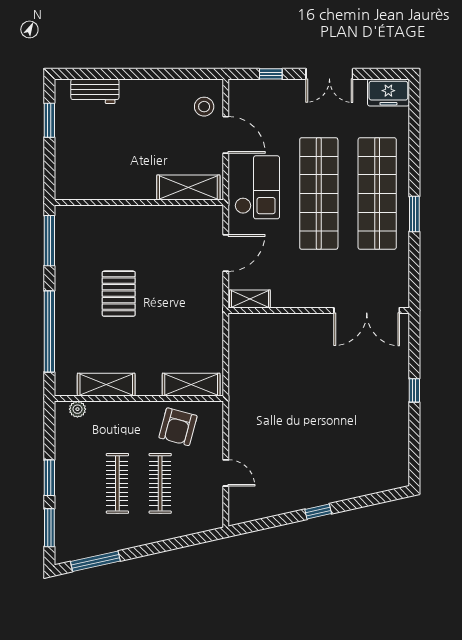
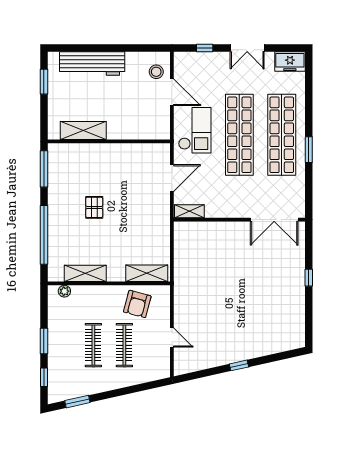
workbench: (95, 91) -> (92, 64), width x1.88, depth x1.32
shelving: (188, 187) -> (83, 130), moved
pallet: (119, 294) -> (94, 207), width x0.67, depth x0.71
window: (49, 528) -> (44, 377), width x0.67
window: (95, 561) -> (77, 402), width x0.69

